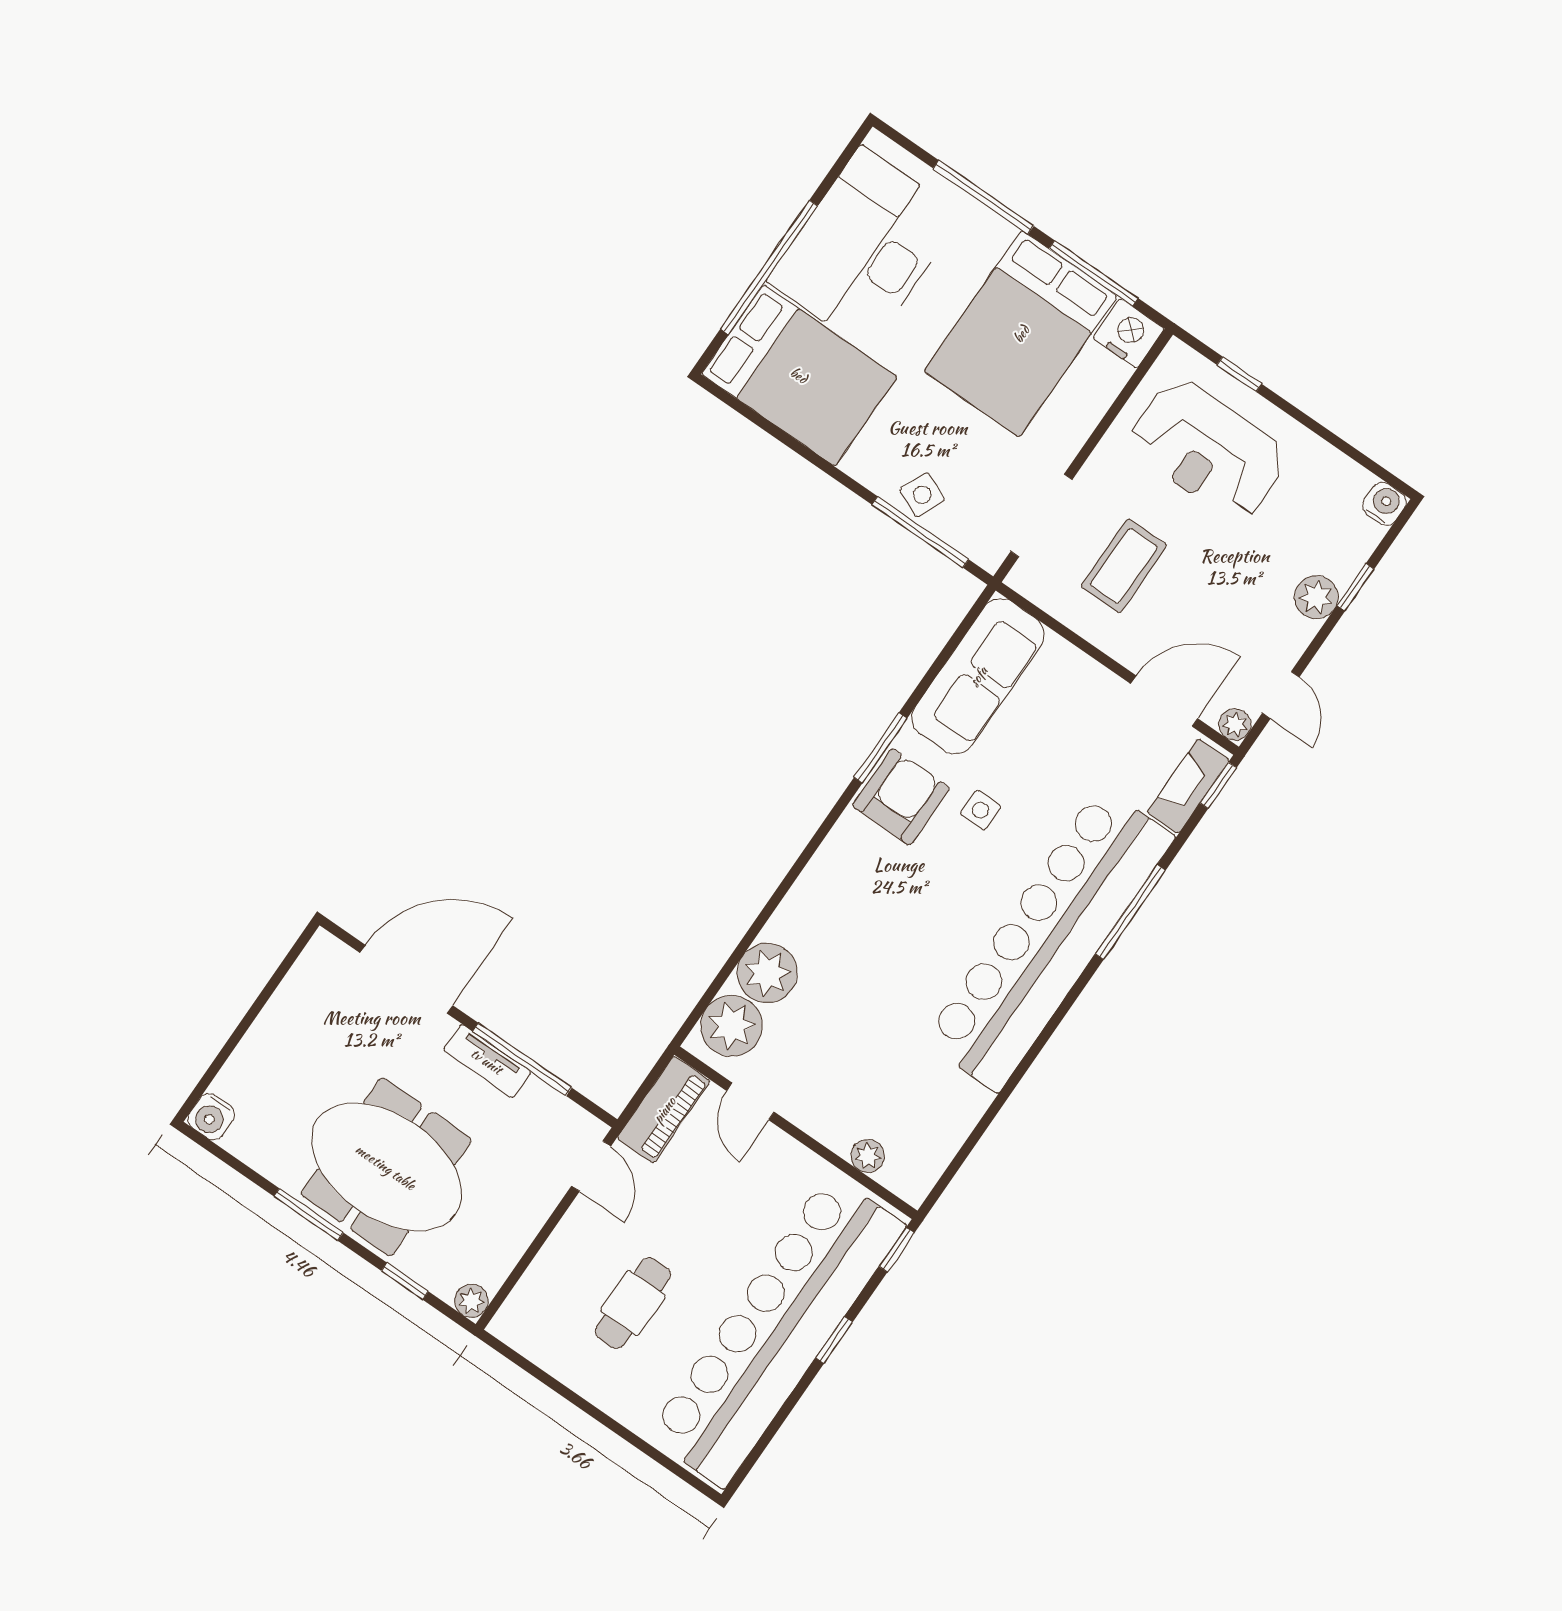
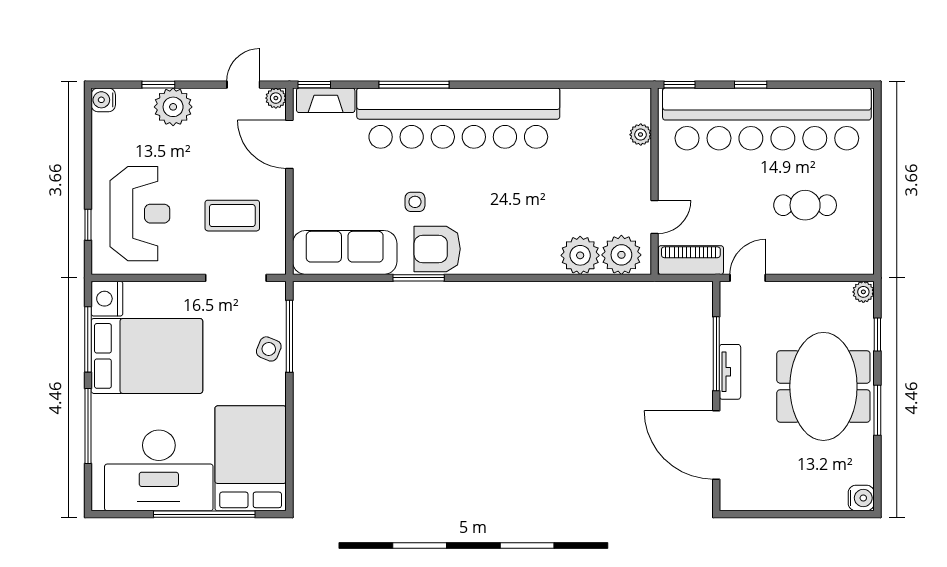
plant: (1316, 597) -> (173, 107), width x1.36, depth x1.36

